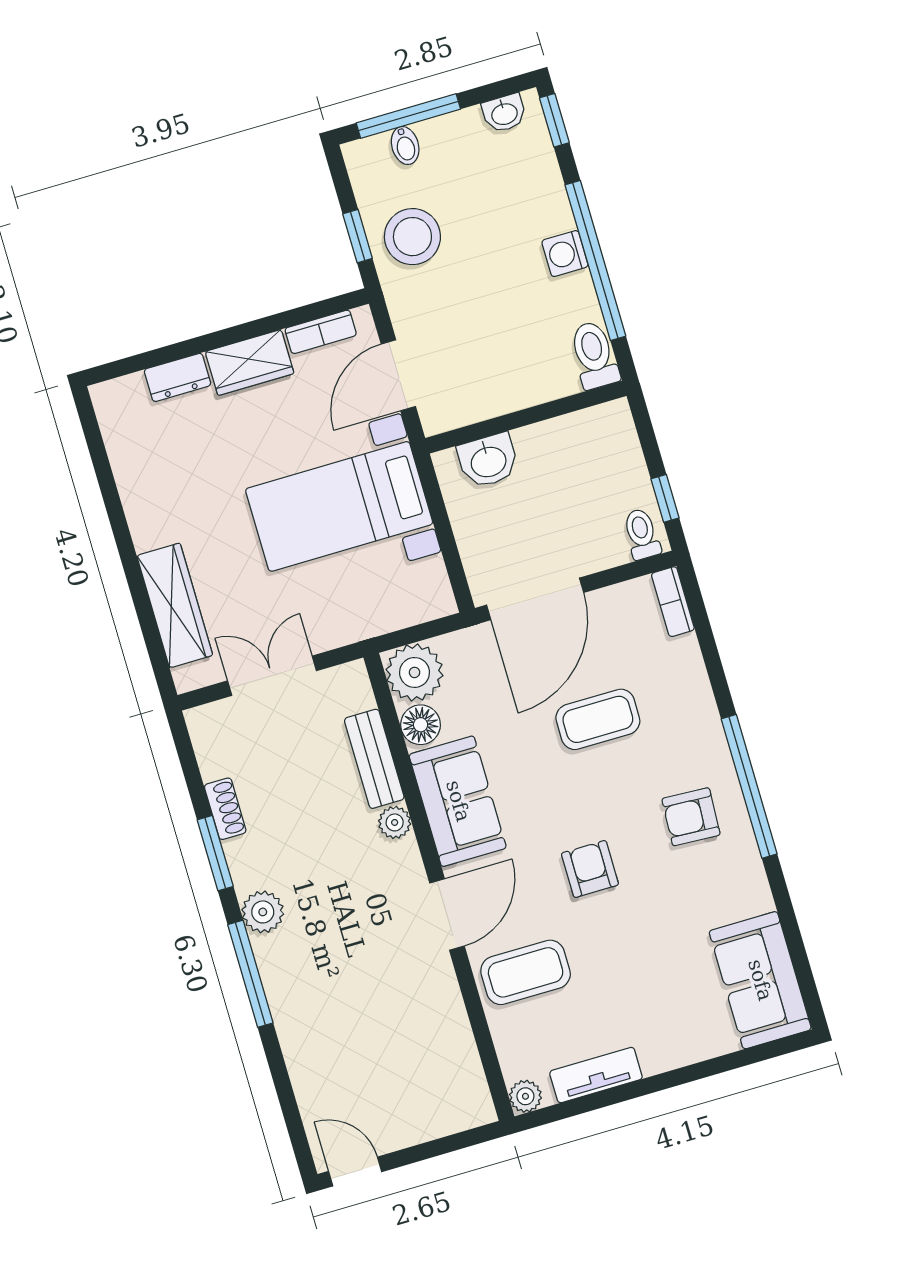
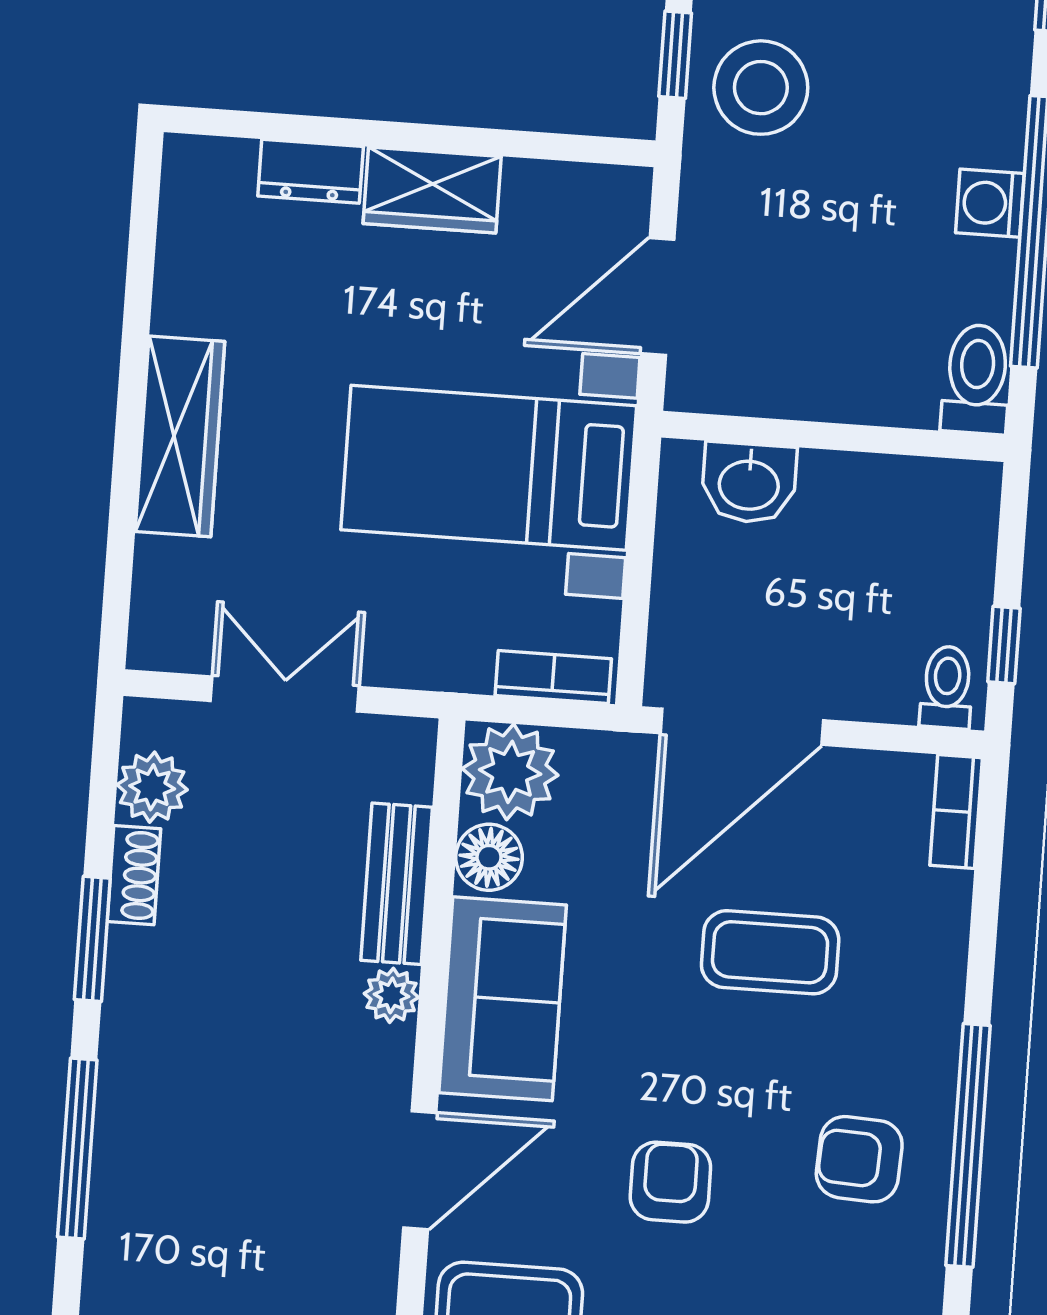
bookcase: (321, 332) -> (553, 677), moved, turned 180
wardrobe: (175, 605) -> (180, 436), moved
plant: (263, 912) -> (152, 787), moved

